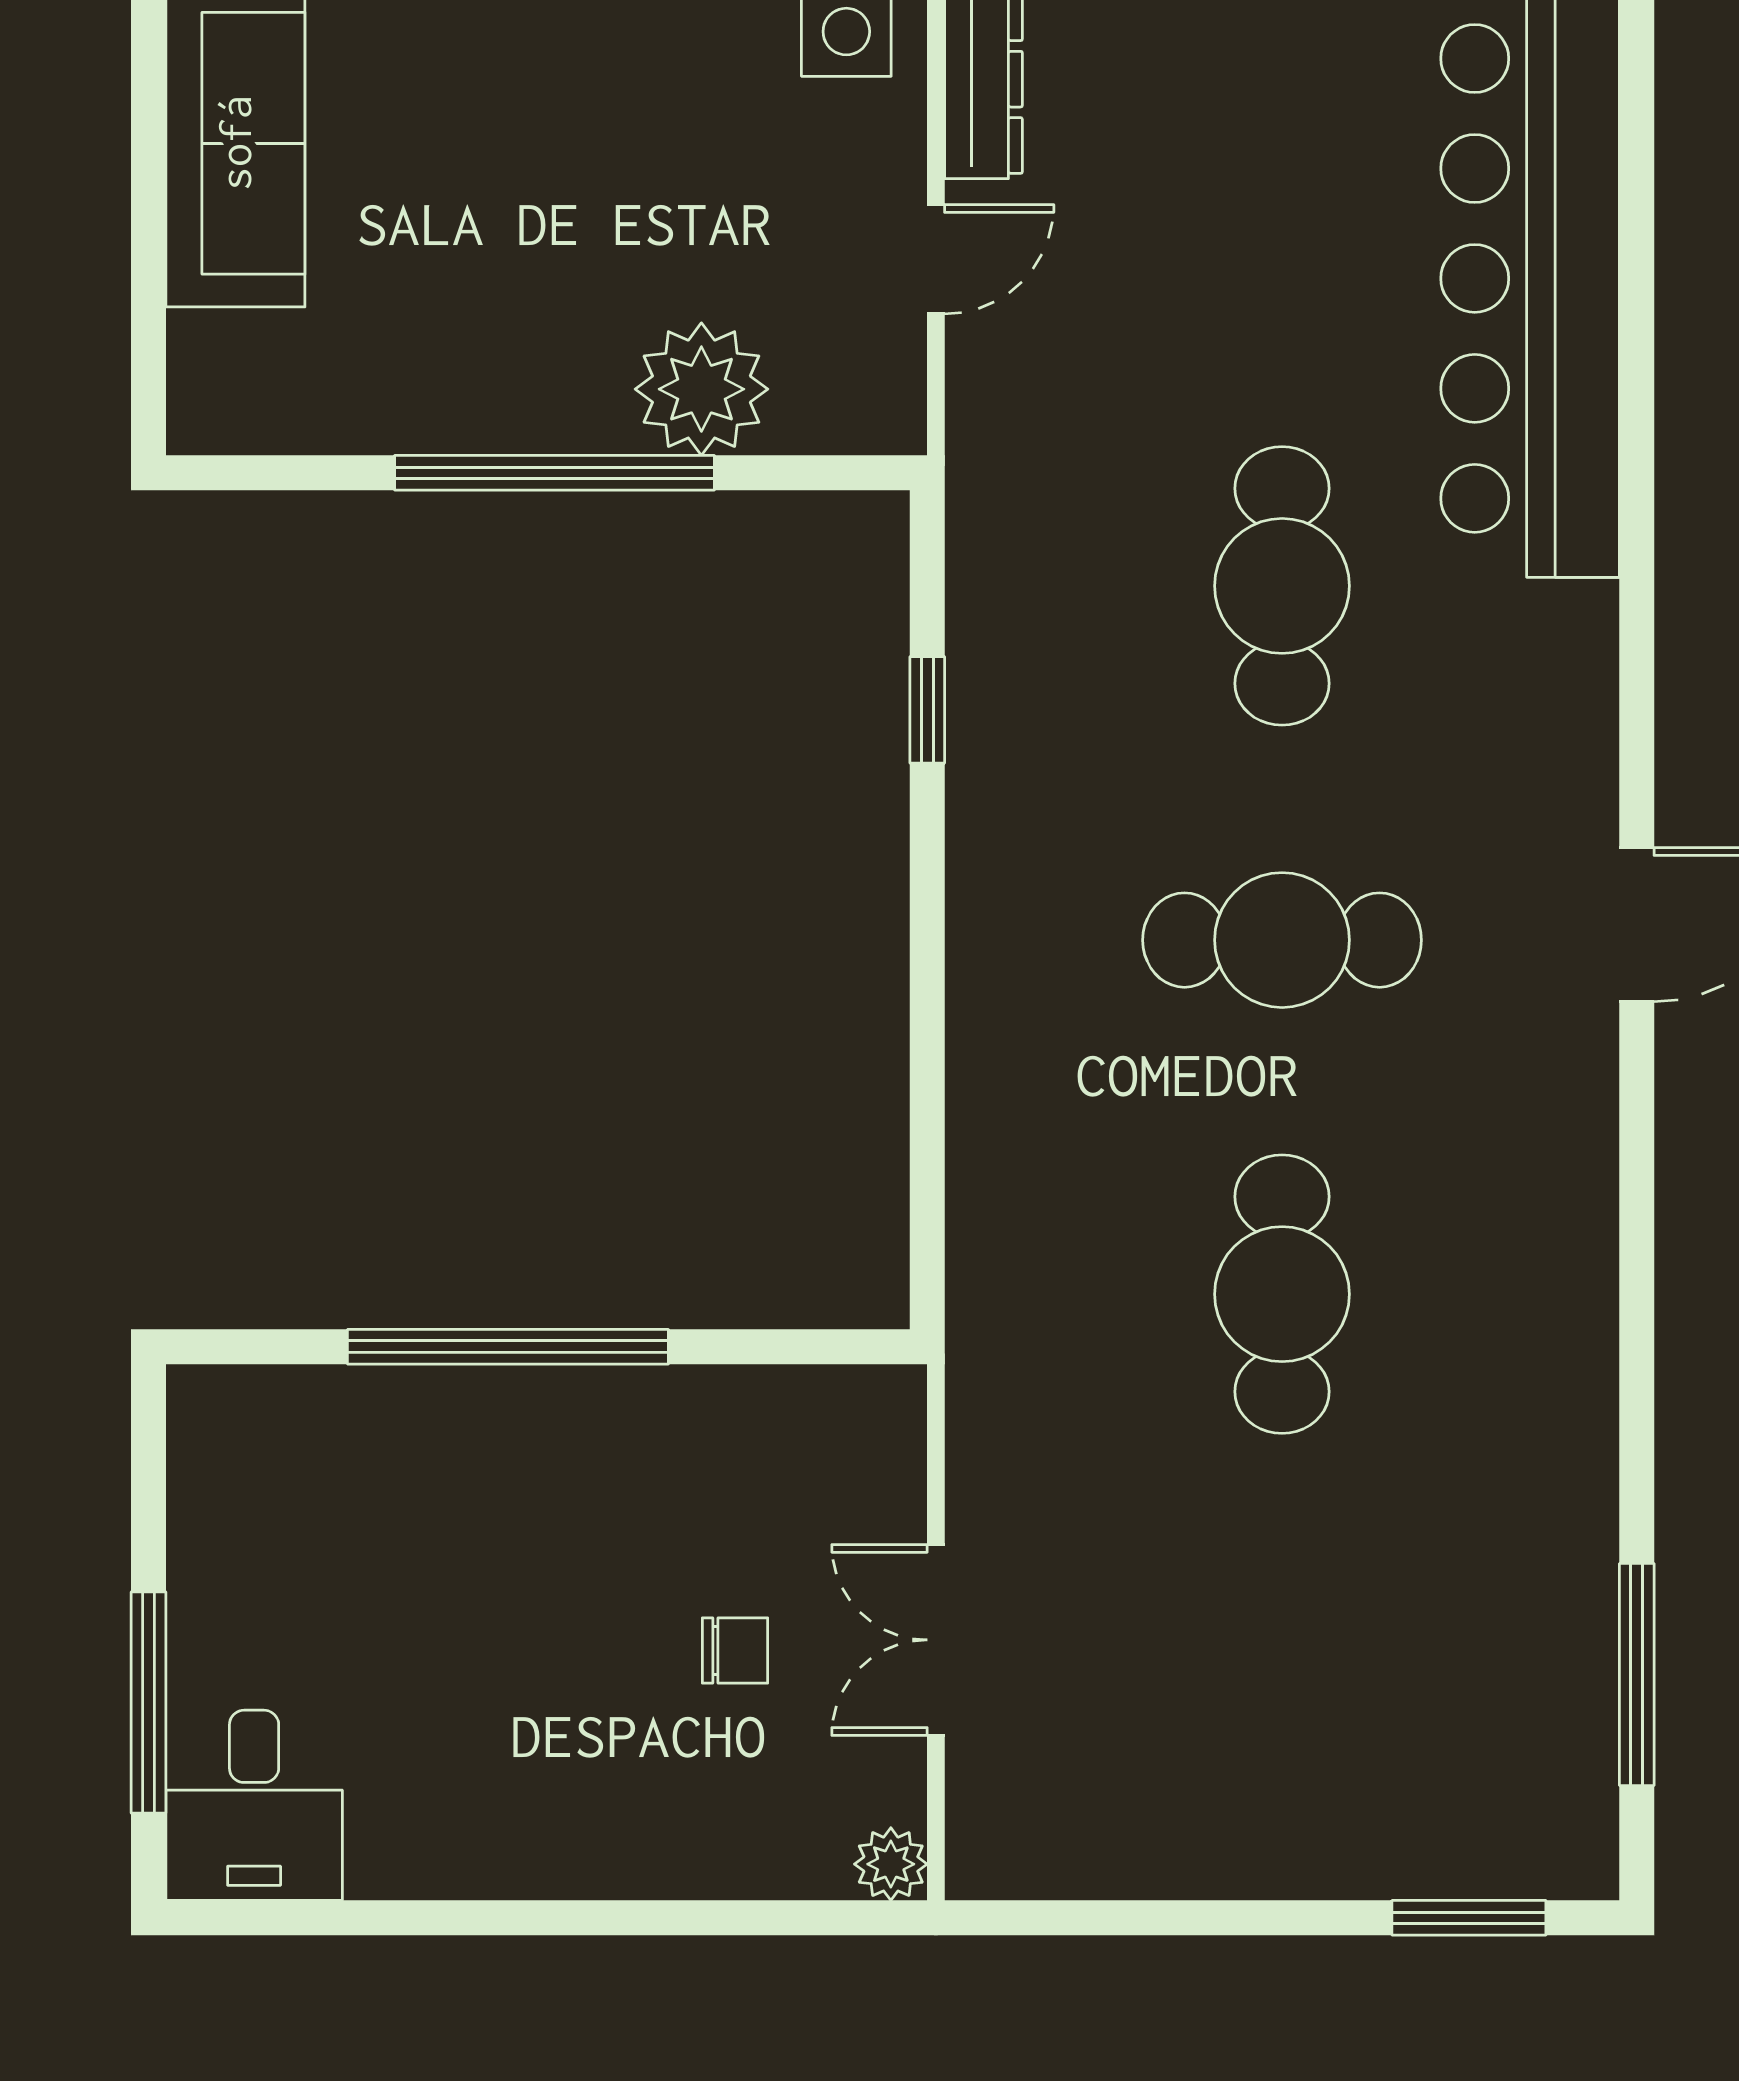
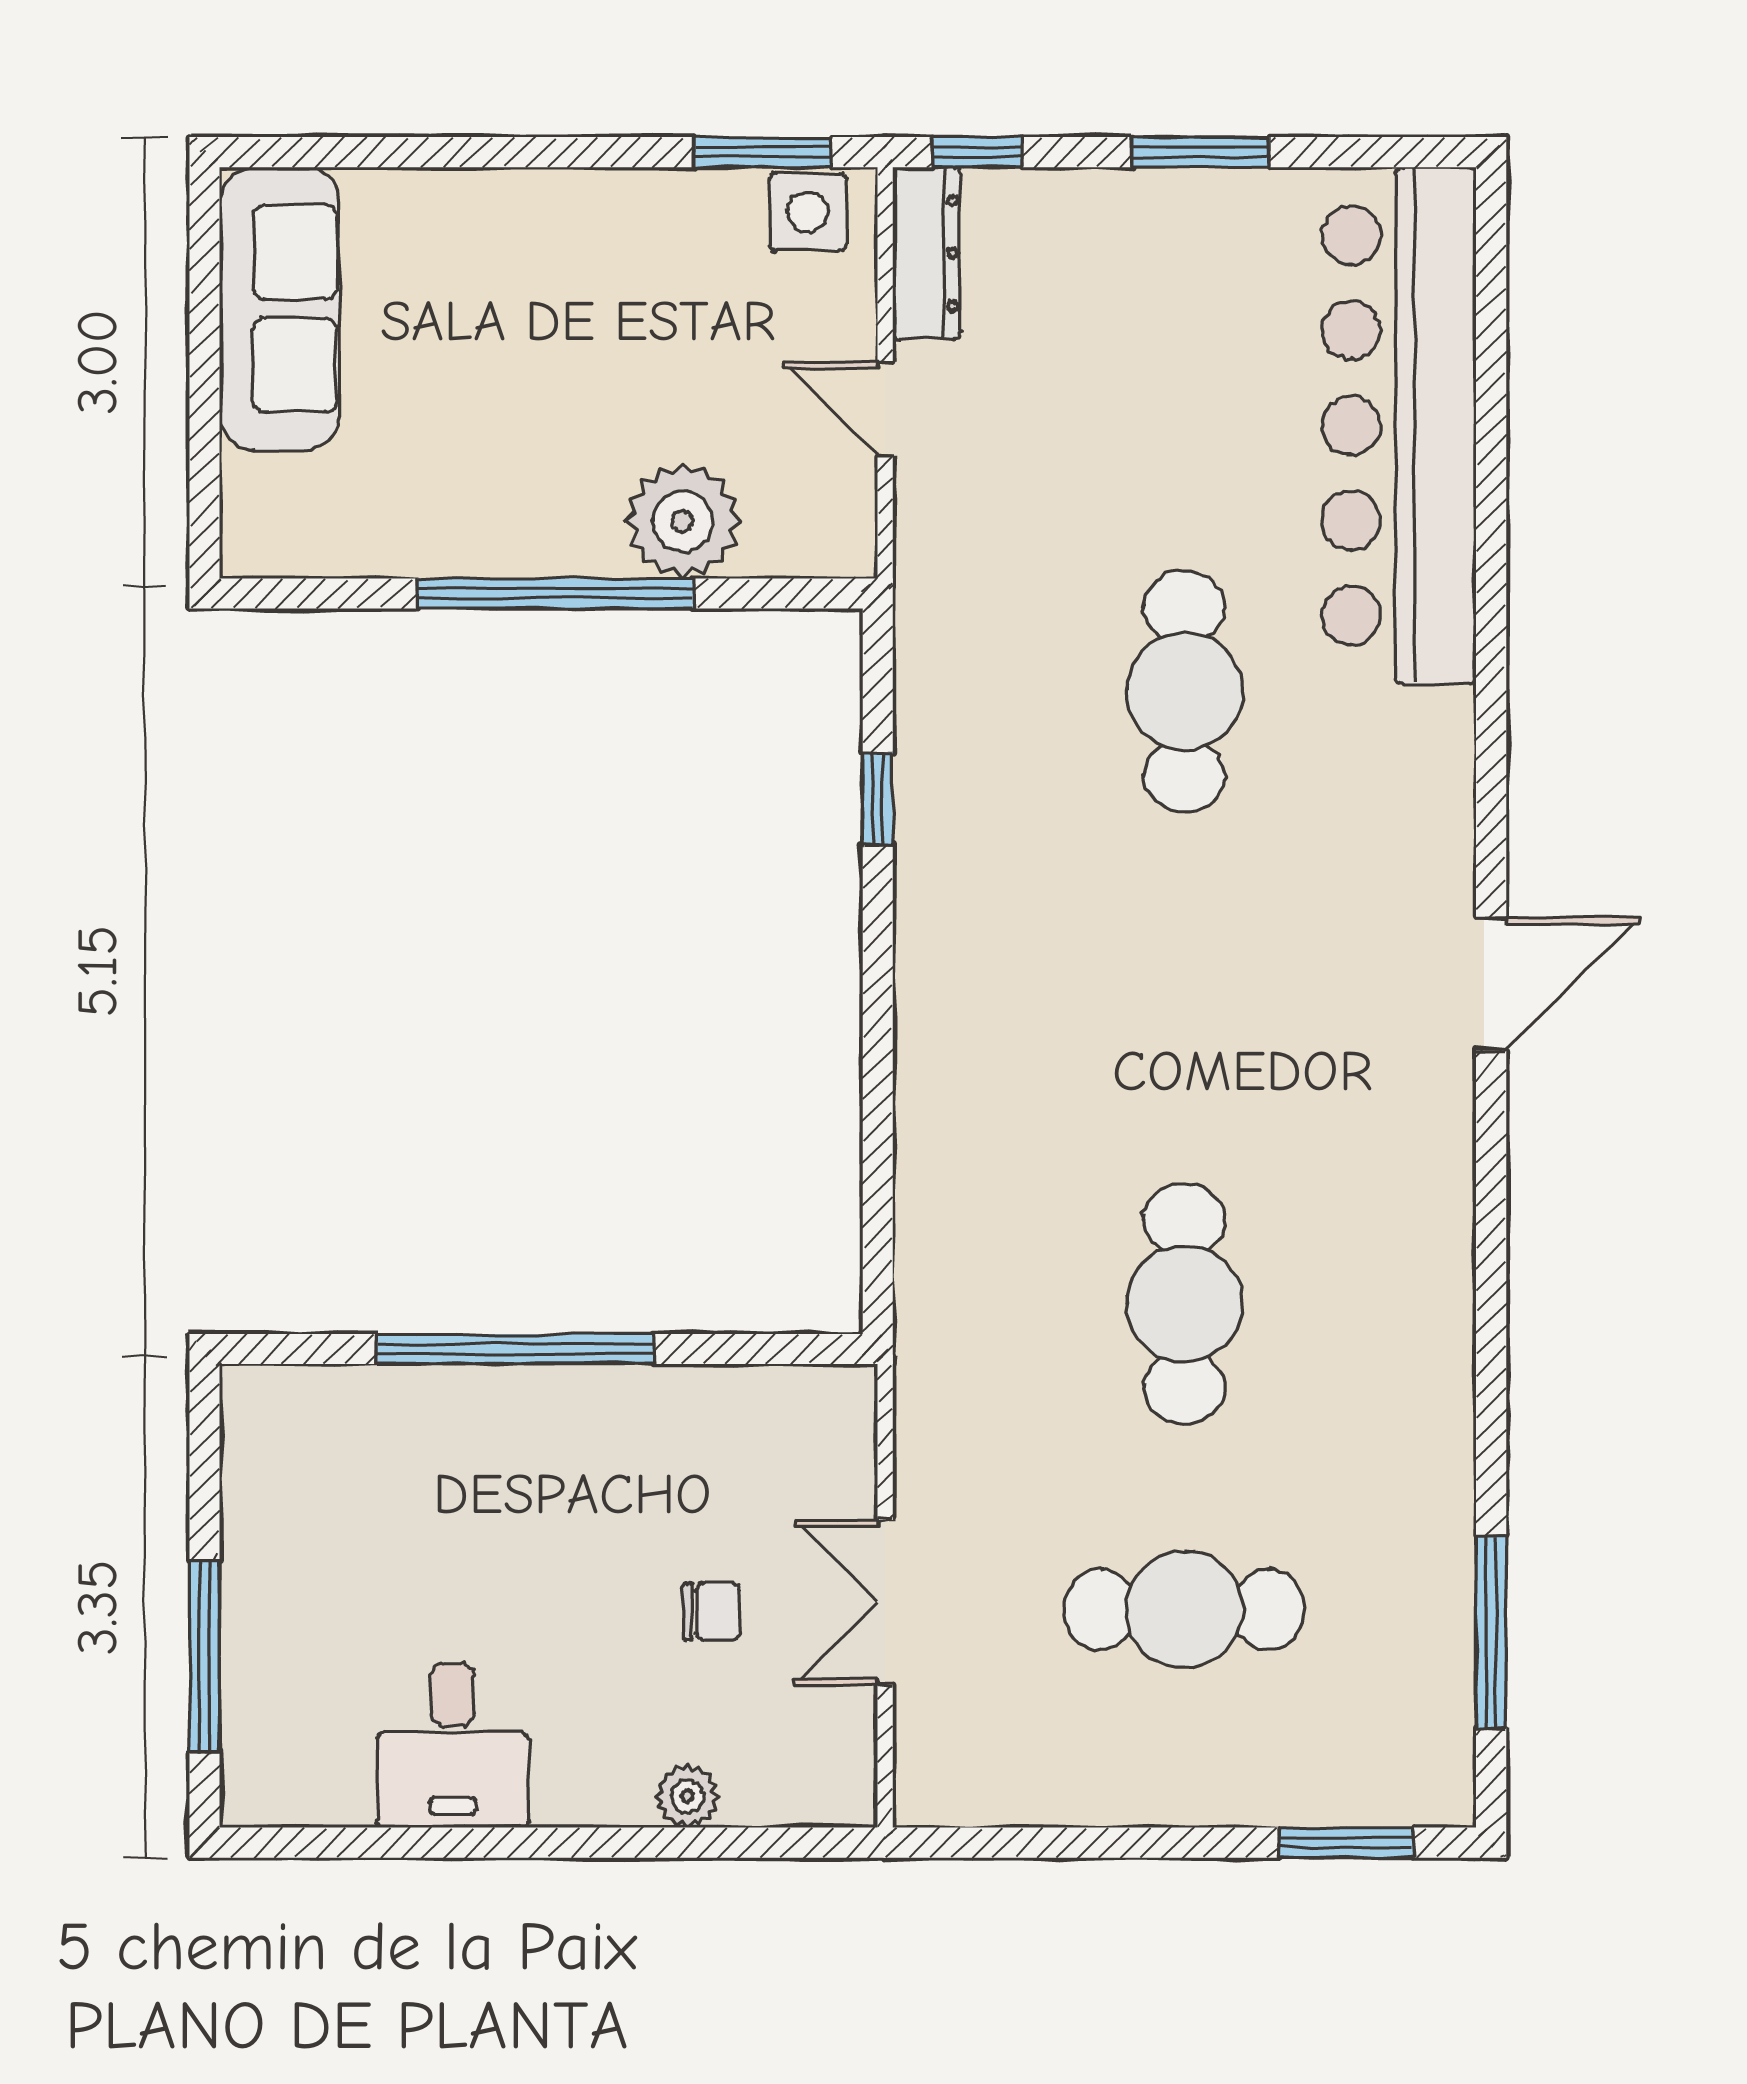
door: (936, 259) -> (885, 409), swing flipped
cafe table: (1282, 940) -> (1184, 1610), moved
desk: (254, 1805) -> (453, 1745), moved
plant: (891, 1864) -> (688, 1796), moved

